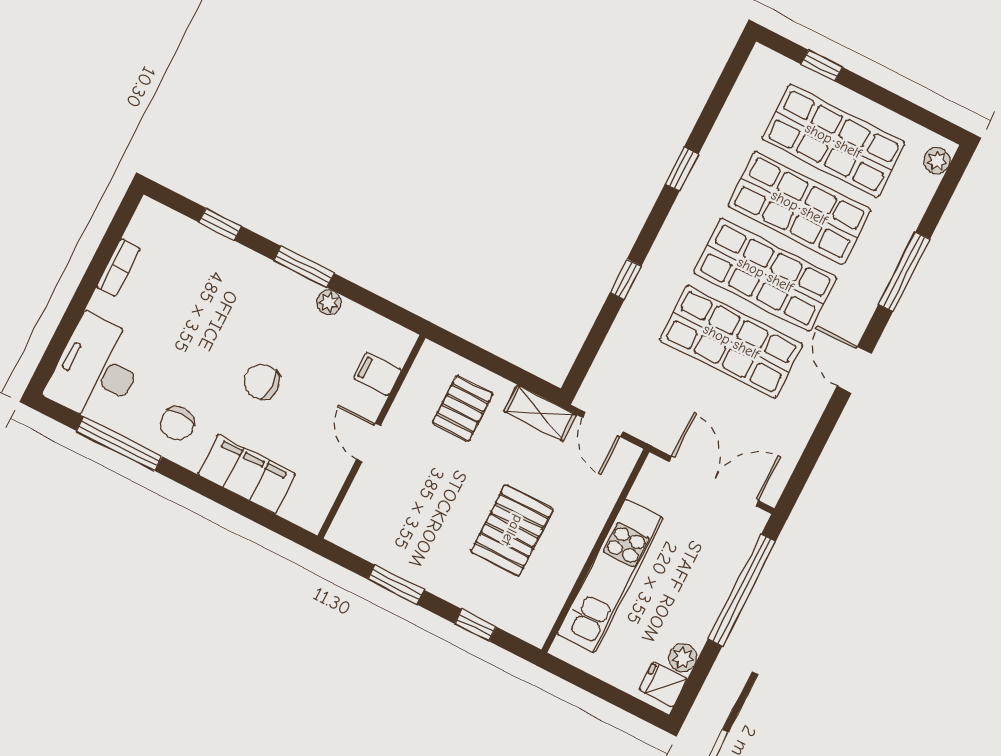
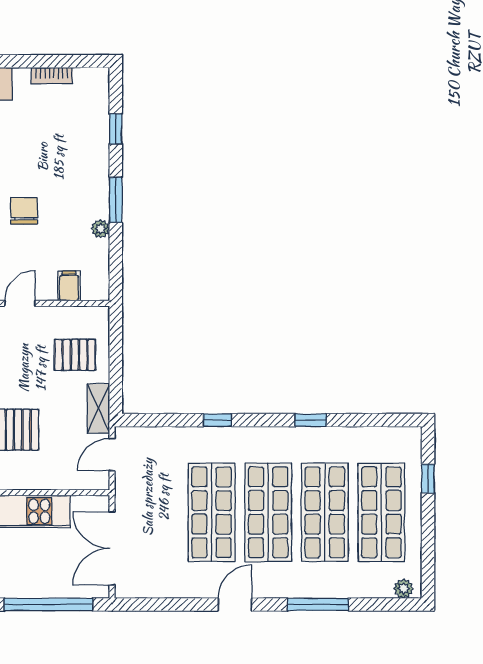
double door: (714, 481) -> (112, 548), swing flipped

